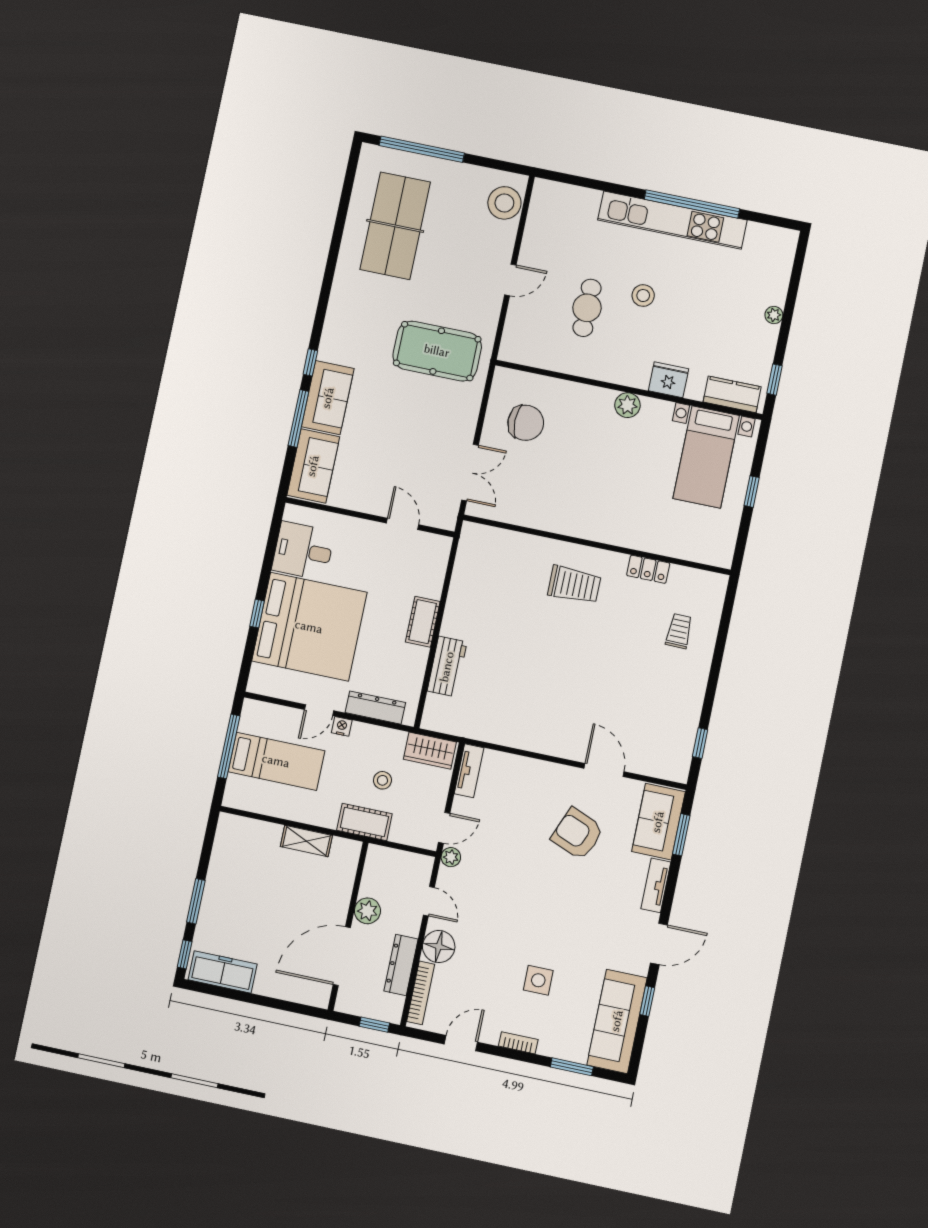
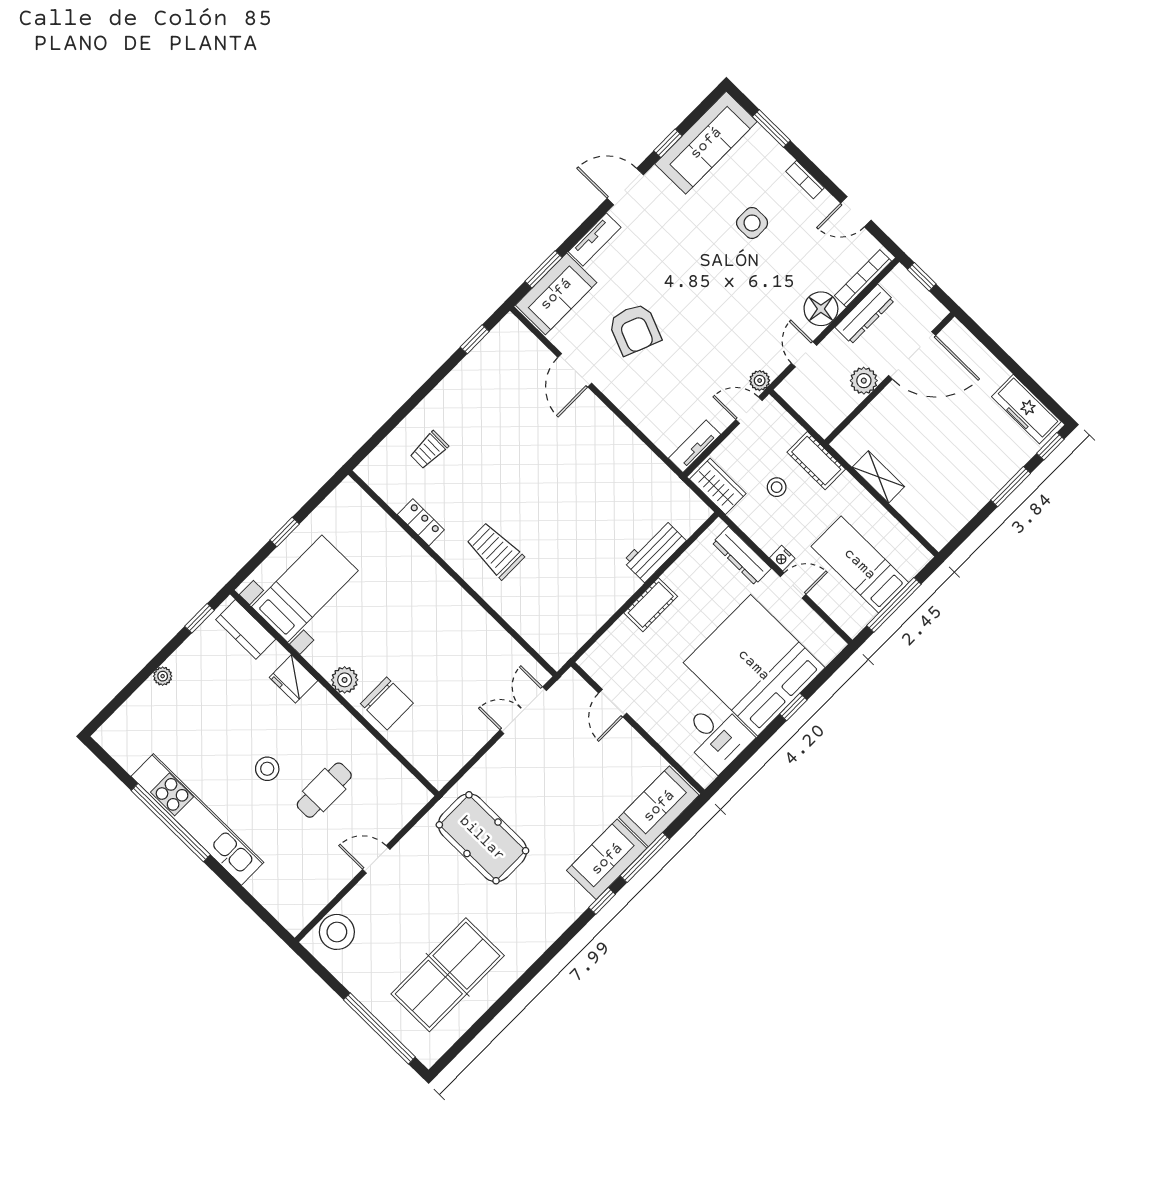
chair: (526, 423) -> (387, 703), moved, turned 180

